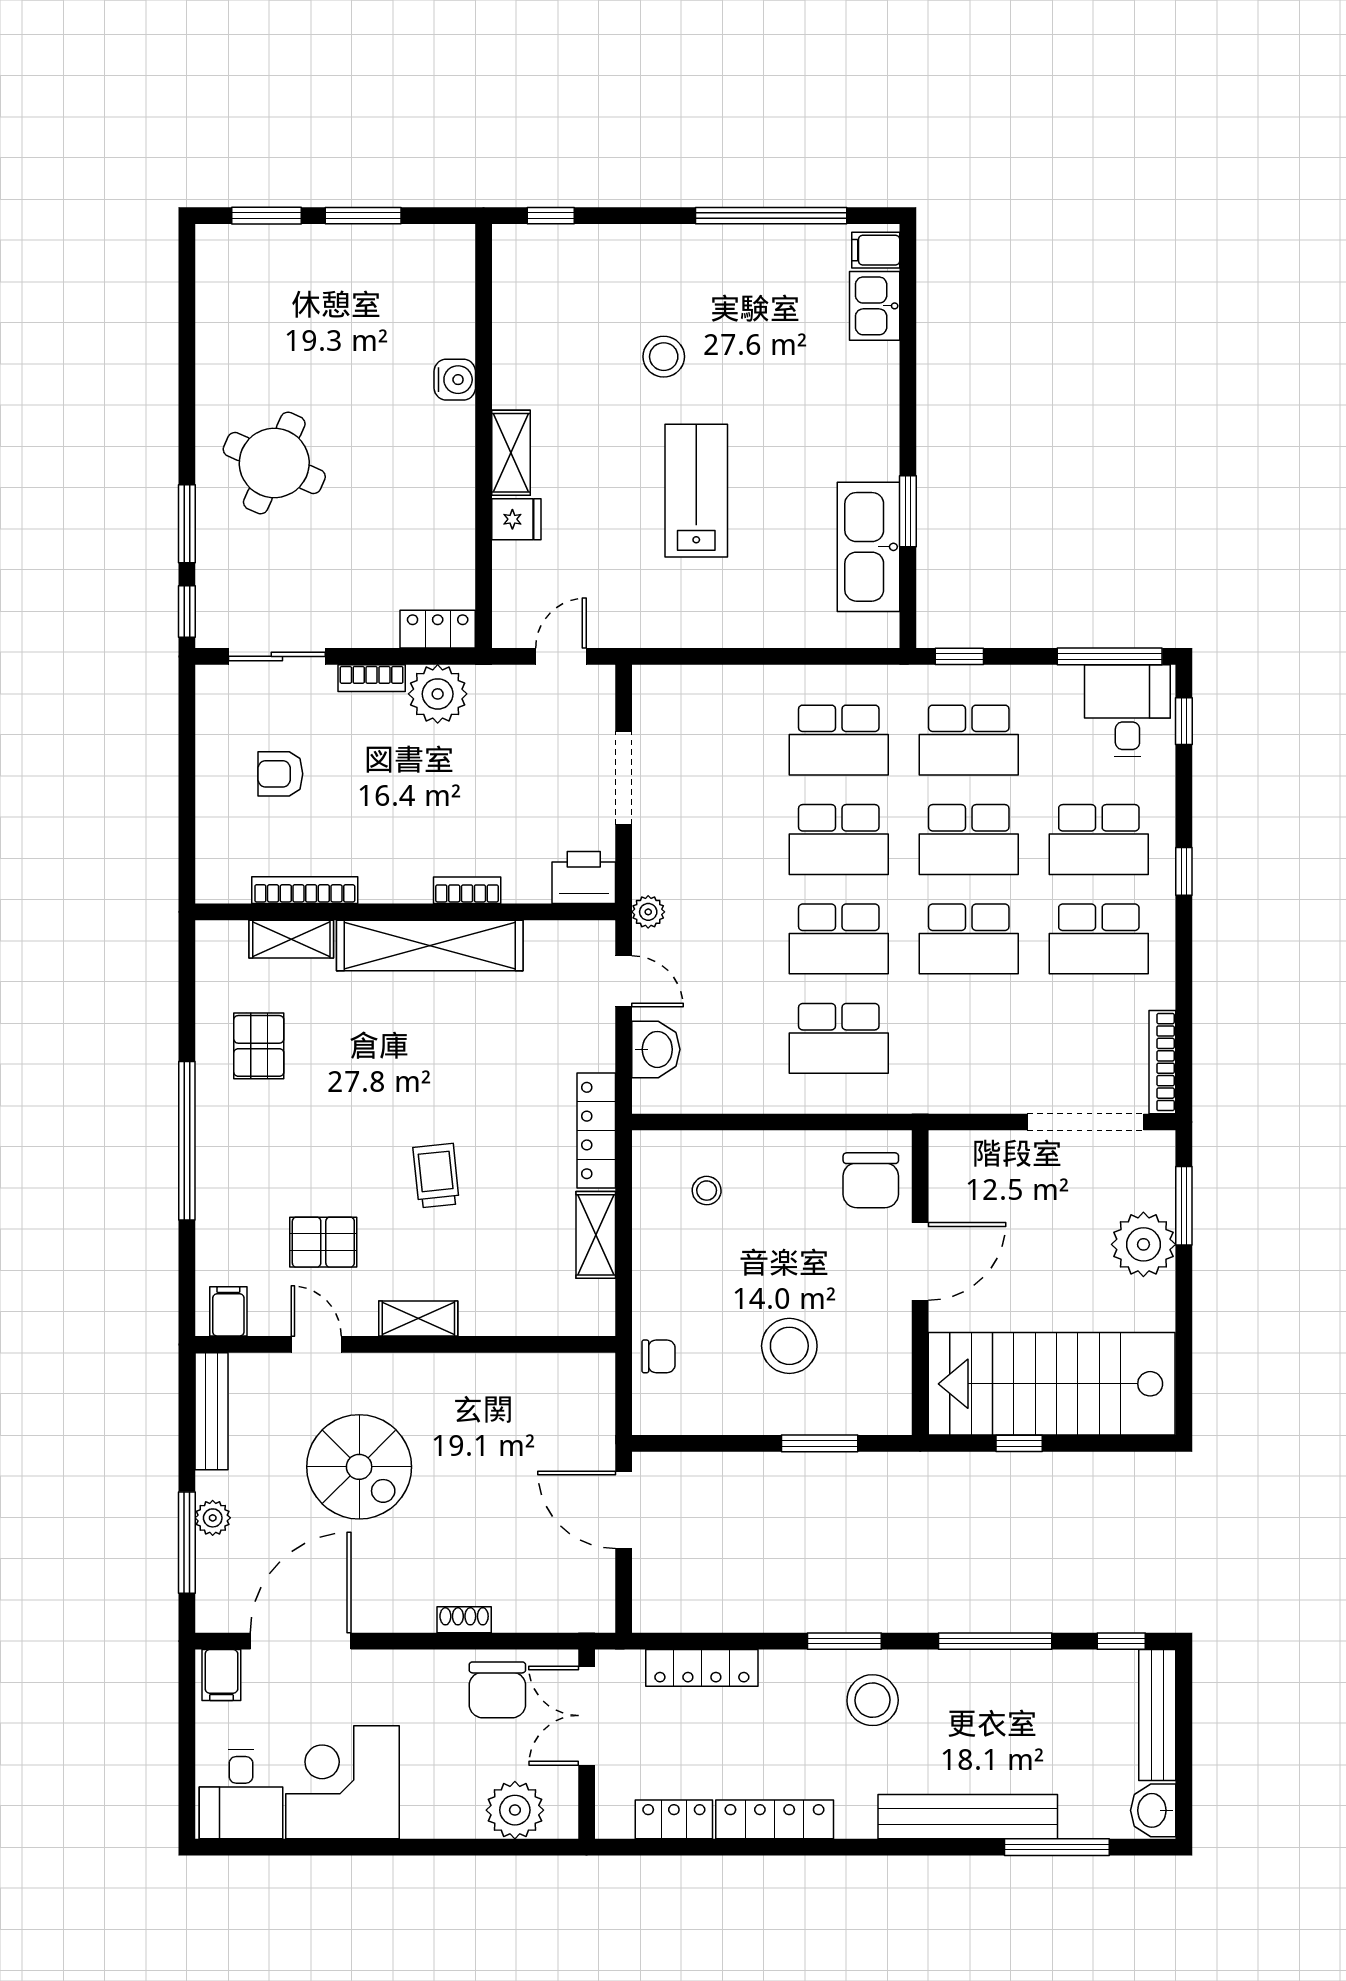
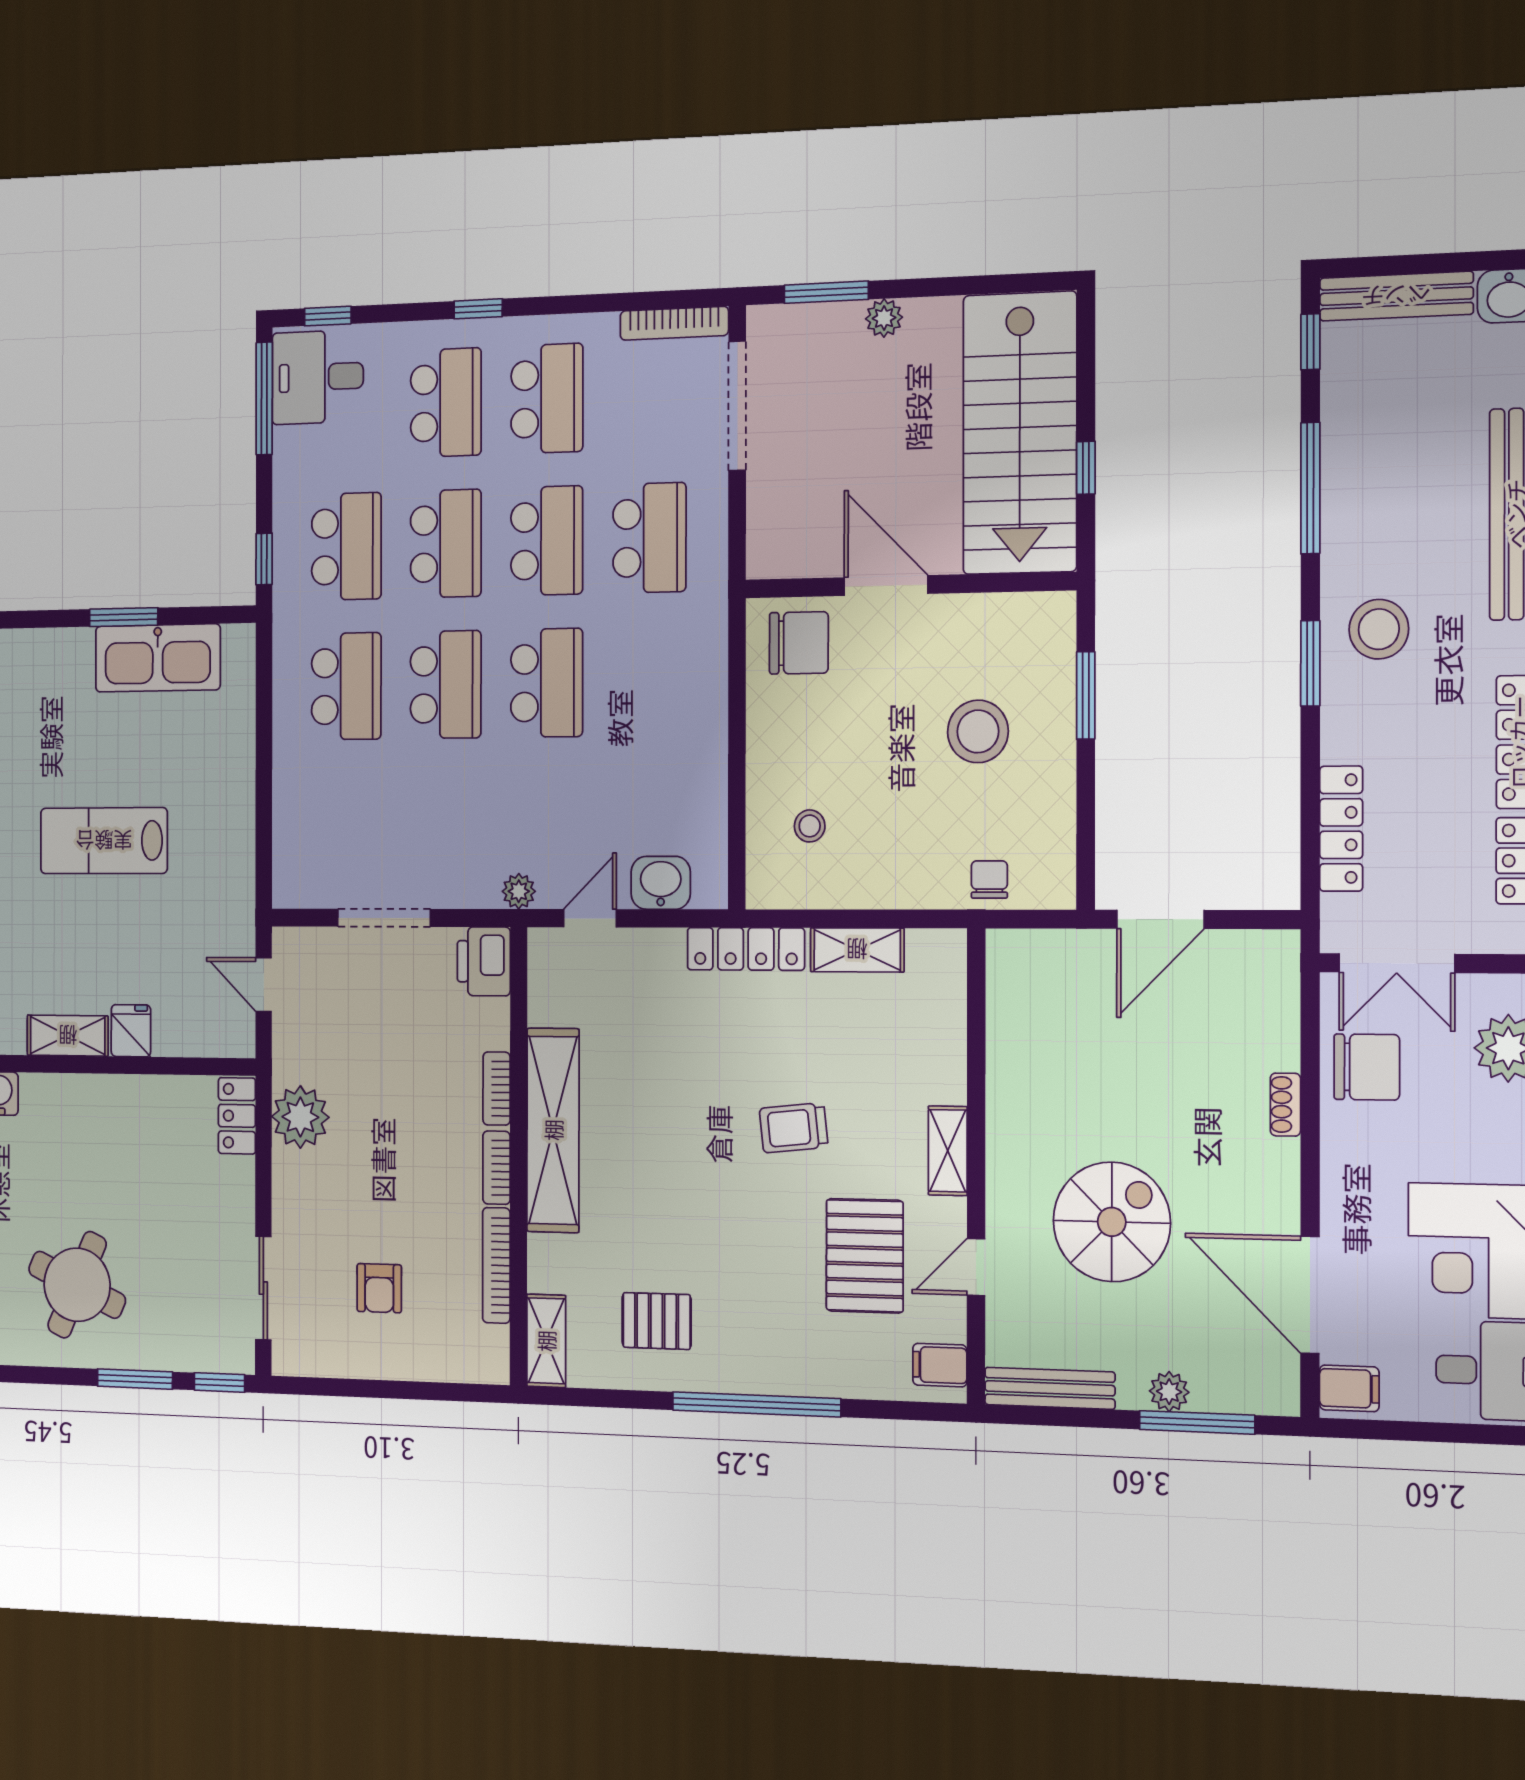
bookcase: (372, 678) -> (497, 1168), moved, turned 180
shelving: (291, 939) -> (546, 1341), moved
school desk: (839, 1038) -> (649, 538), moved
pallet: (323, 1242) -> (865, 1256), width x1.50, depth x1.42
plant: (1143, 1244) -> (884, 318), width x0.53, depth x0.53

